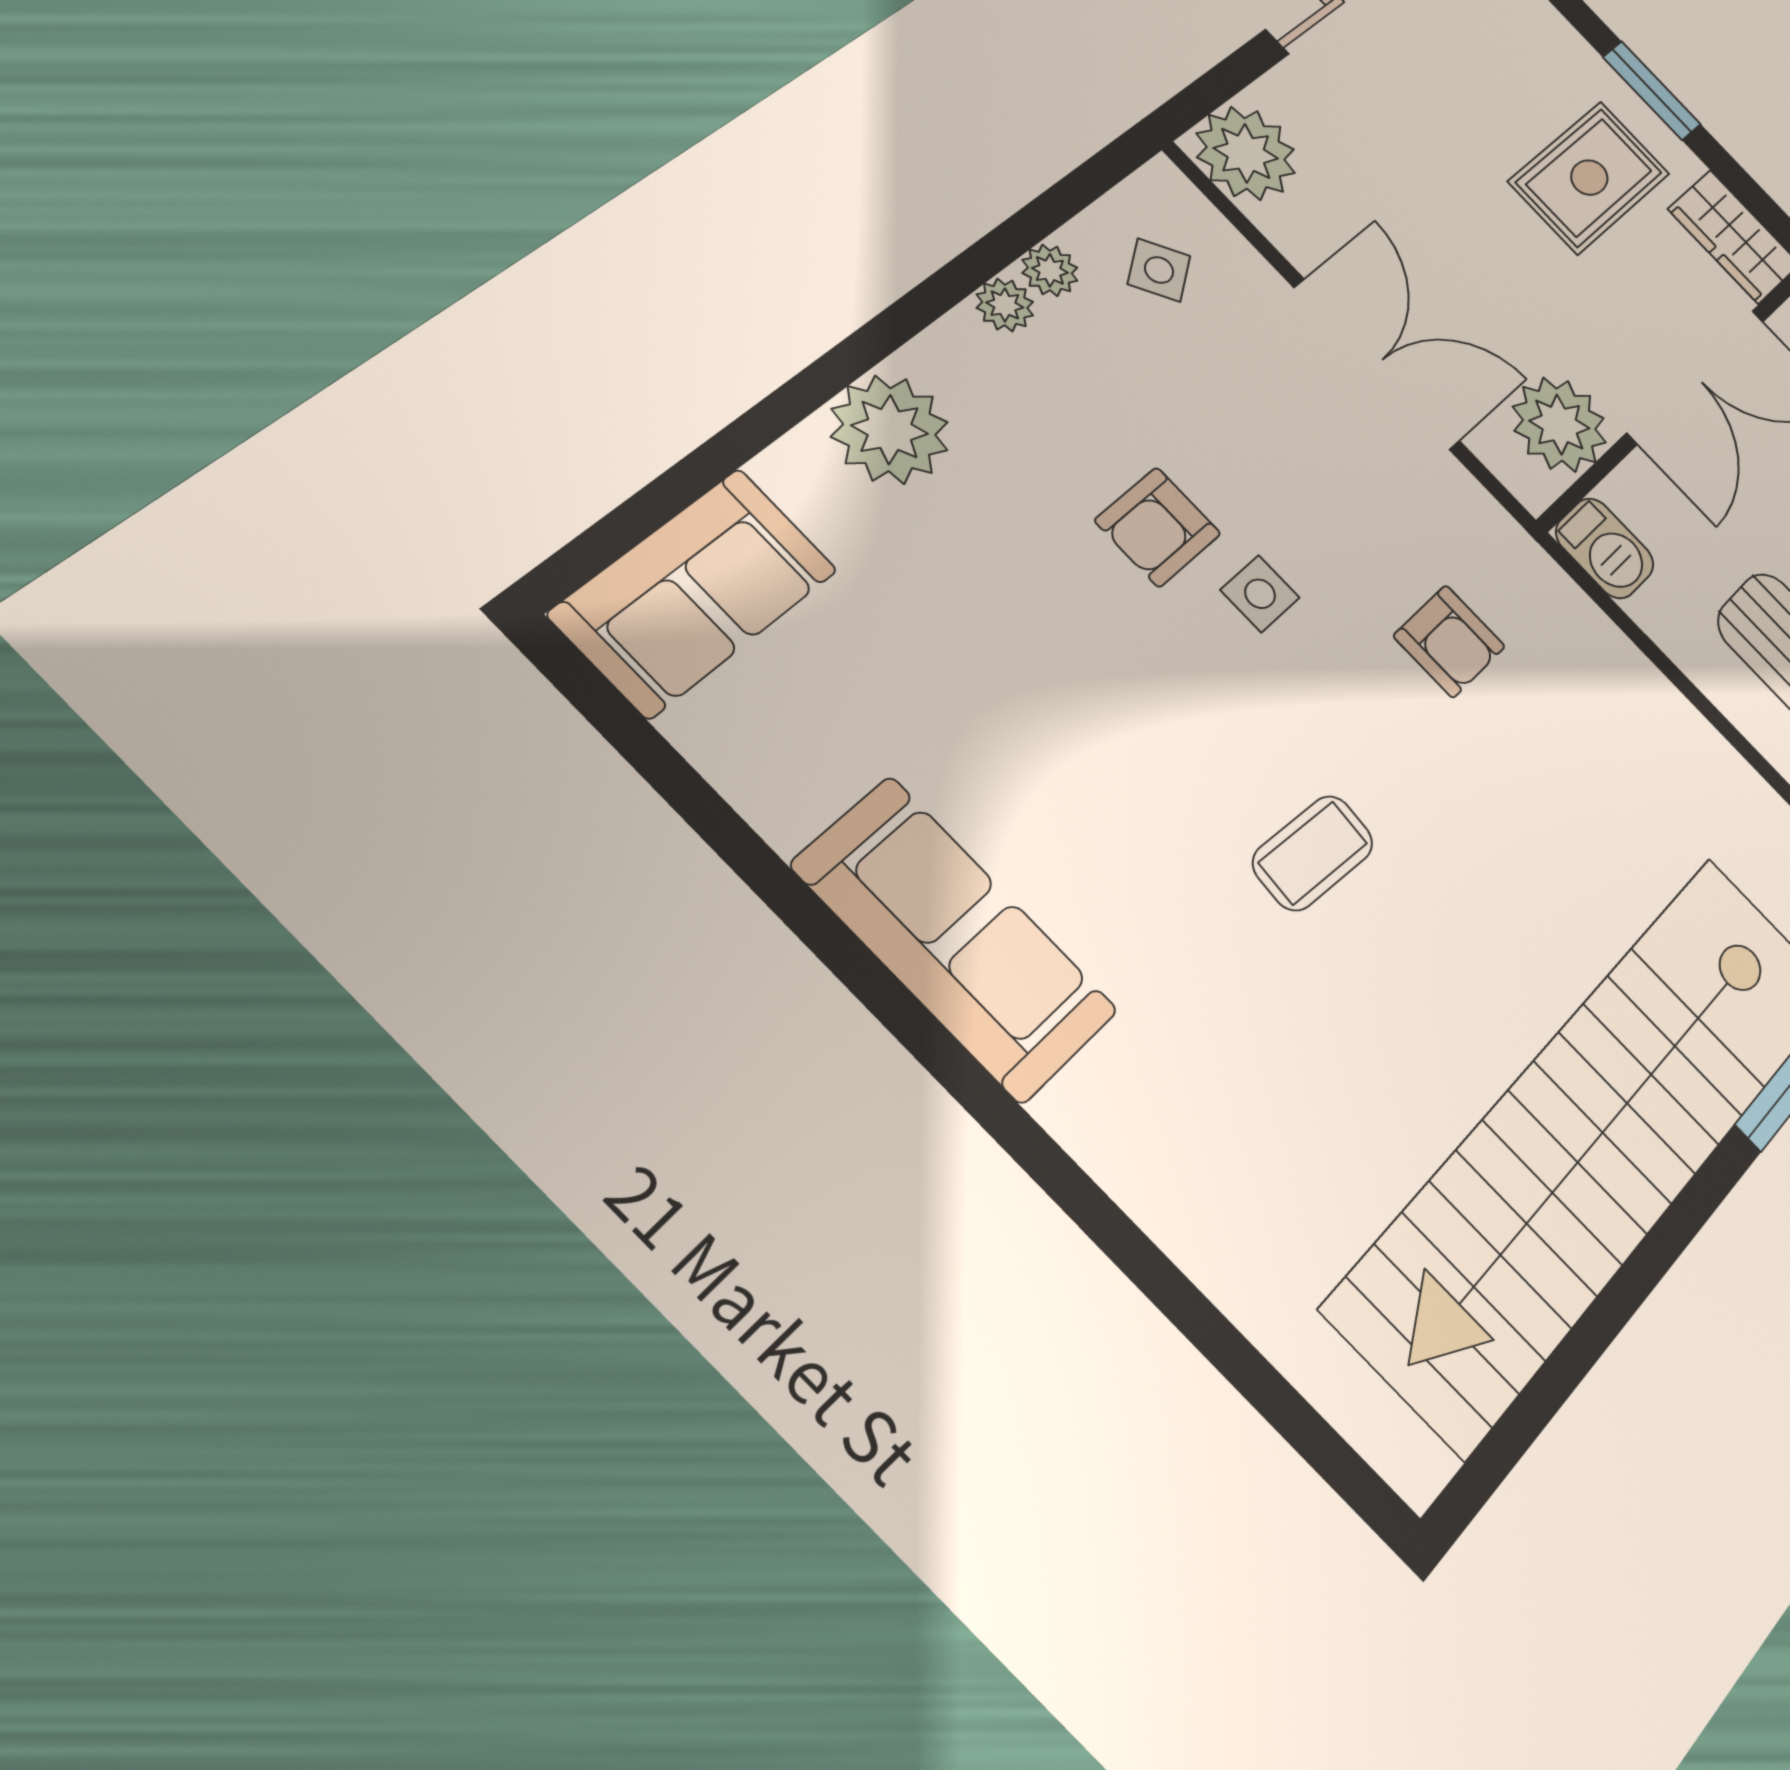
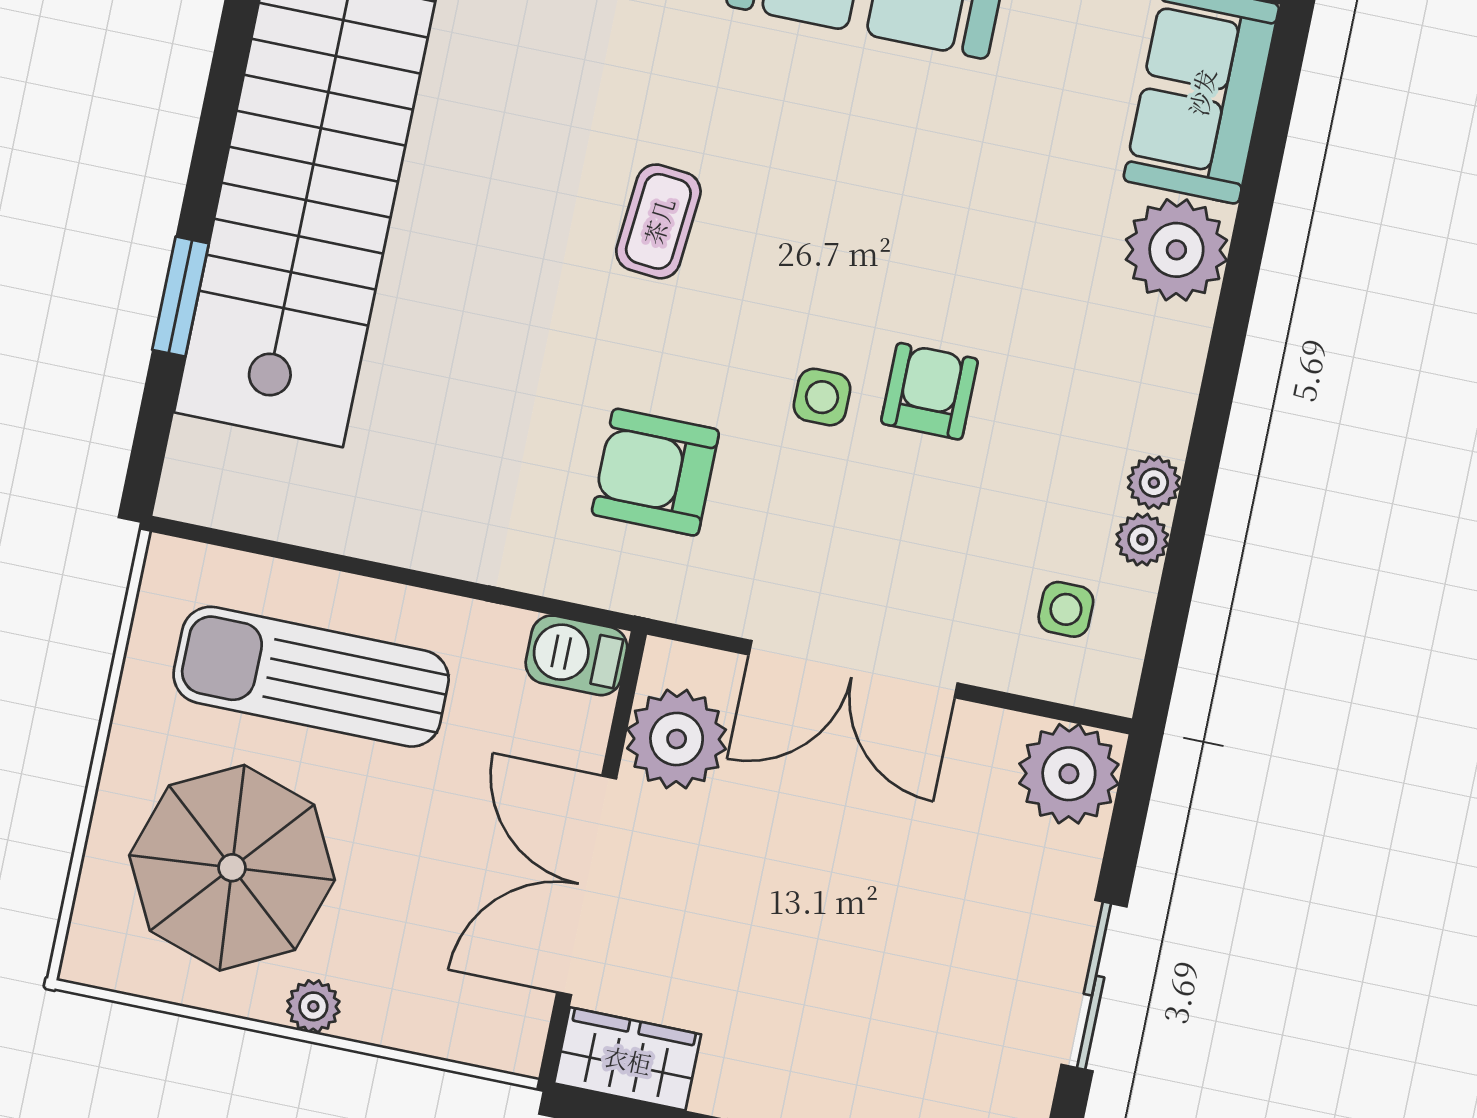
rug: (1589, 177) -> (785, 1005), removed
side table: (1159, 270) -> (1066, 609), turned 33
plant: (890, 430) -> (1176, 250), moved
armchair: (1449, 641) -> (655, 472), width x1.38, depth x1.38

